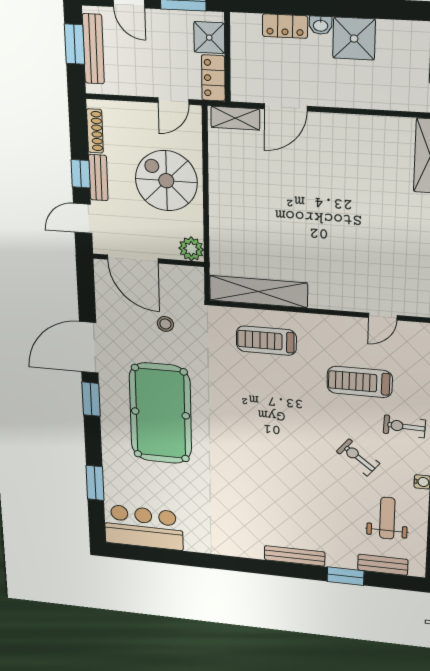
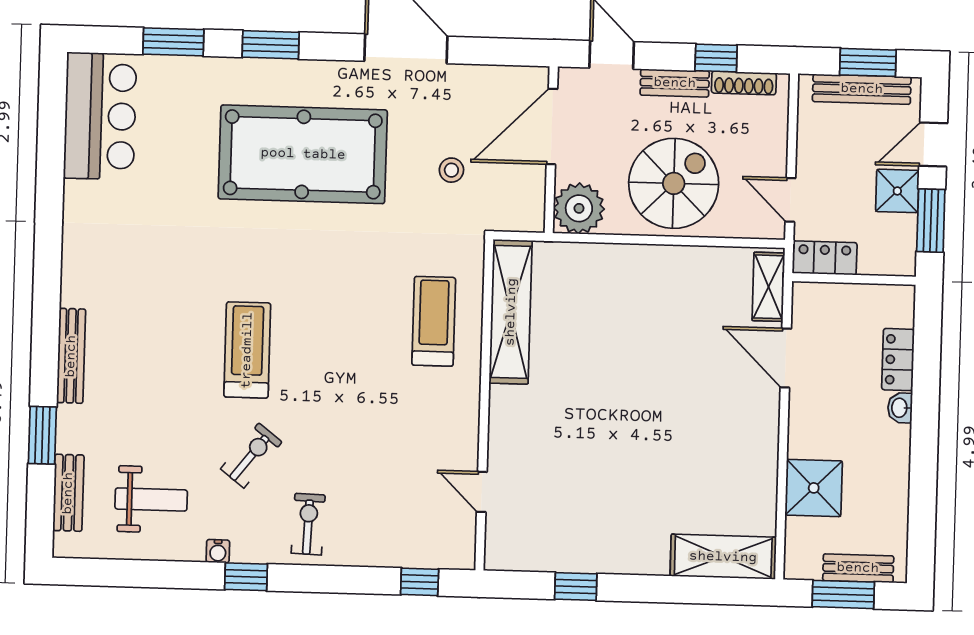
shower: (209, 38) -> (897, 191), moved
shower: (354, 39) -> (814, 488), moved
window: (81, 174) -> (716, 58), moved
plant: (191, 249) -> (579, 208), width x1.36, depth x1.36
treadmill: (360, 382) -> (247, 350), moved
window: (91, 399) -> (271, 45), moved

